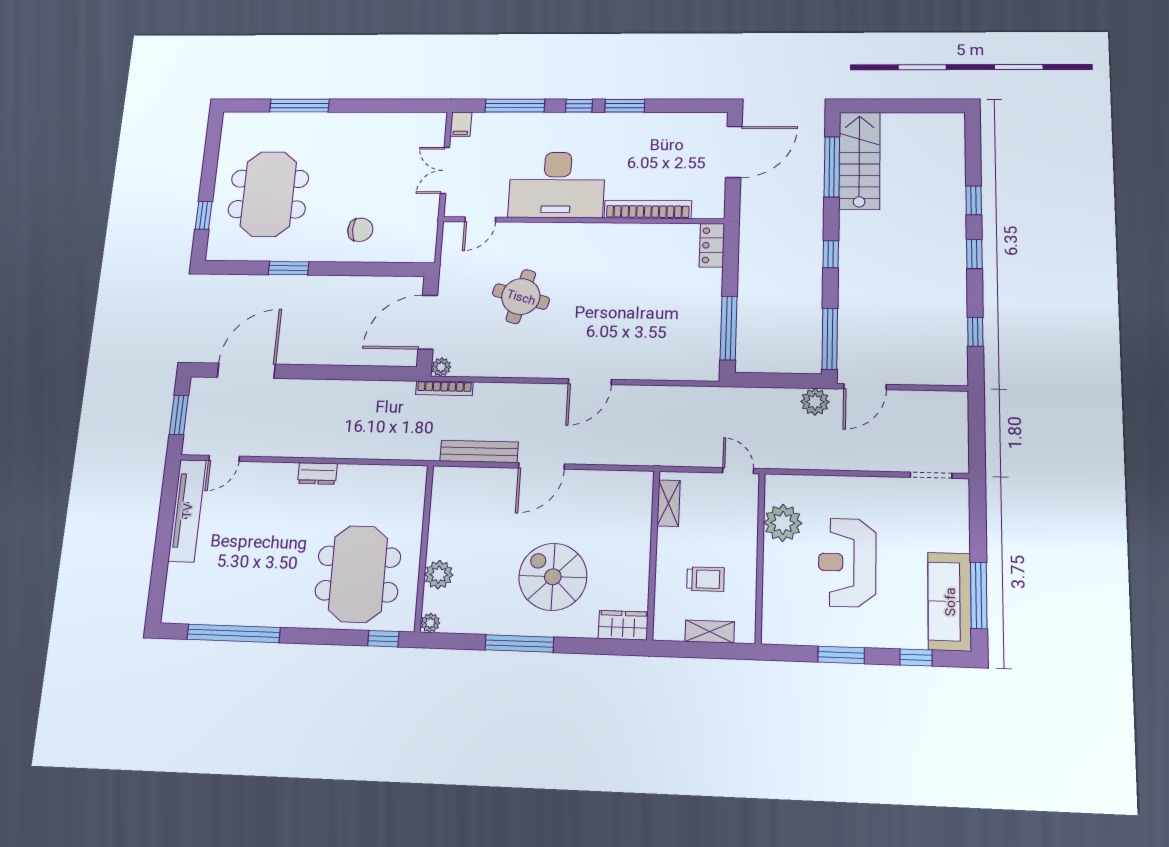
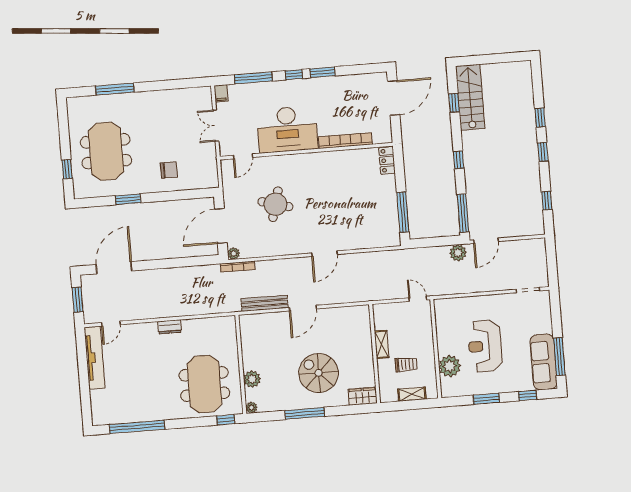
window: (832, 167) -> (454, 103), width x0.46
shelving: (668, 503) -> (382, 344), moved
plant: (783, 523) -> (450, 366), moved

